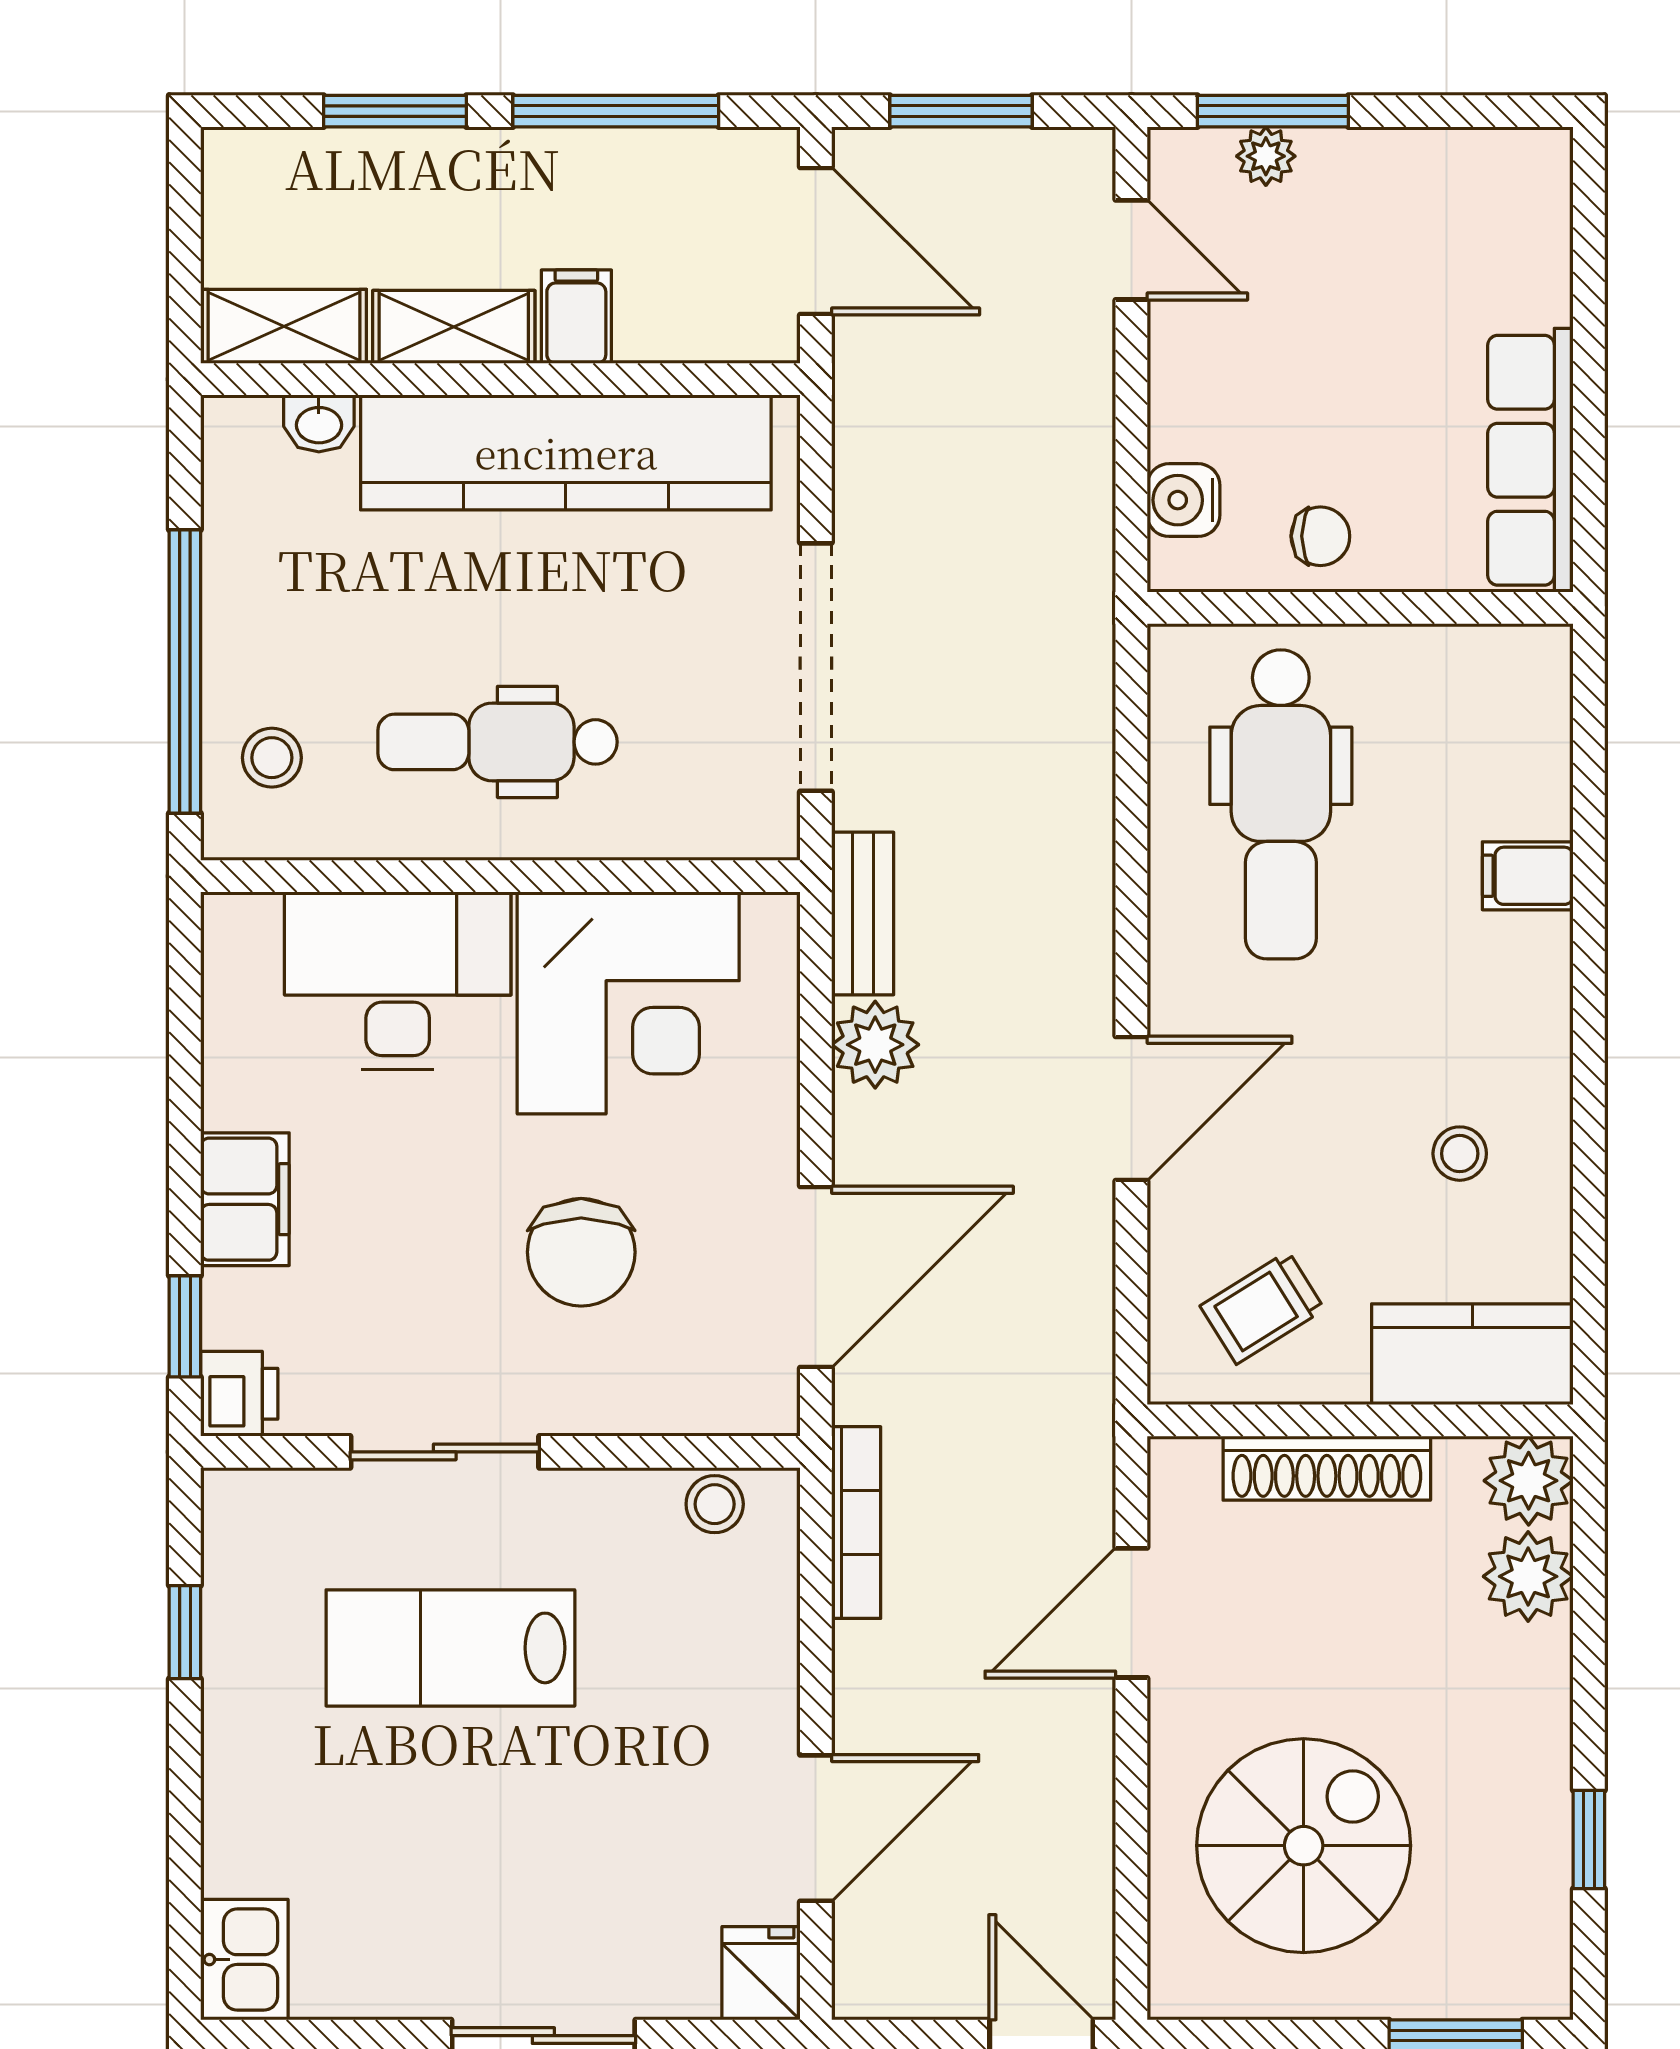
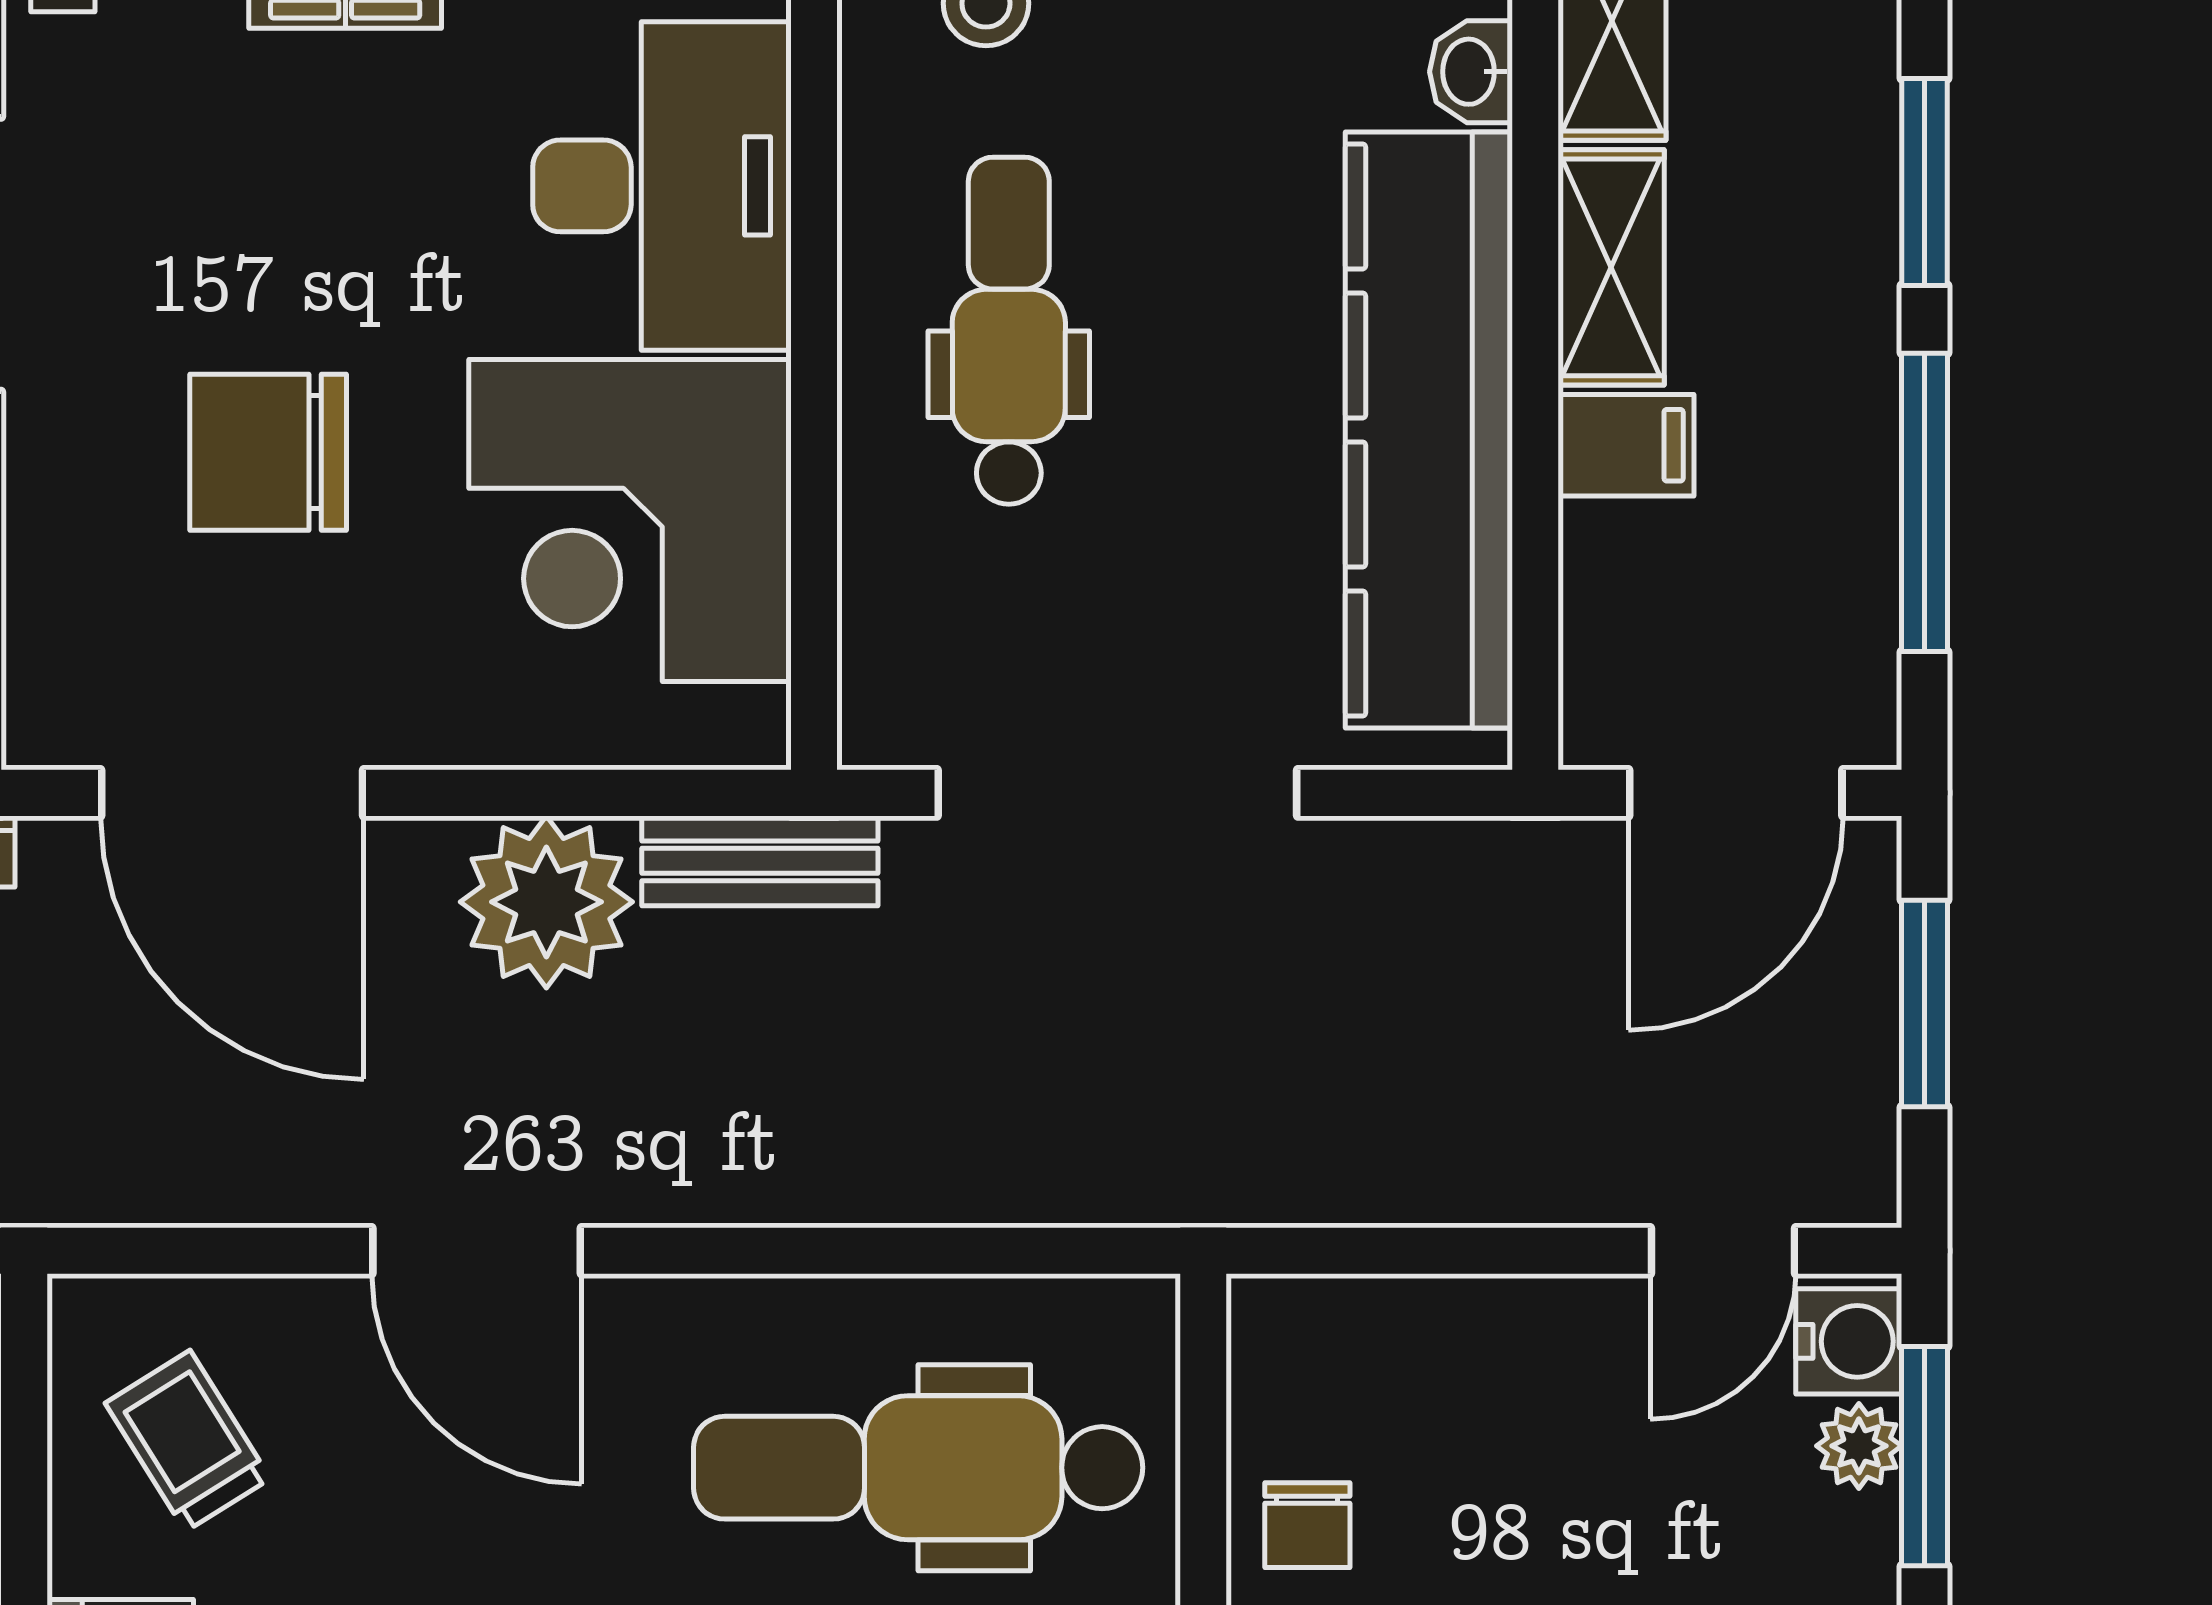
water cooler: (1184, 500) -> (1849, 1341), moved, turned 90
plant: (875, 1045) -> (546, 902), width x1.36, depth x1.36

